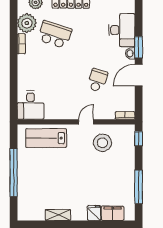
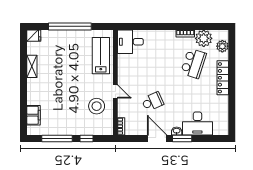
school desk: (97, 80) -> (152, 102), turned -42
window: (139, 139) -> (86, 138), moved
fridge: (94, 213) -> (34, 36), moved

